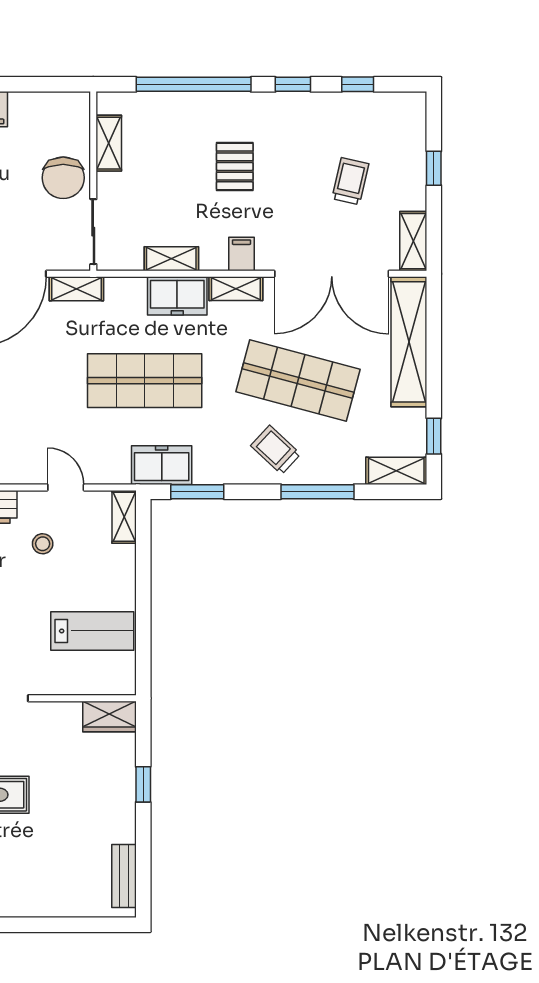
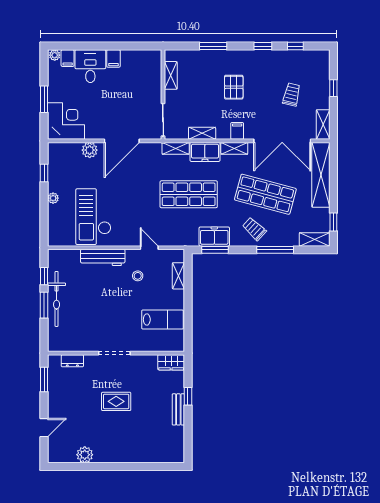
window: (194, 84) -> (213, 46), width x0.47
chair: (63, 178) -> (148, 93), removed
shelving: (76, 289) -> (176, 148), moved
freezer: (162, 465) -> (214, 237), moved
shelving: (124, 517) -> (178, 276), moved
bench: (124, 876) -> (178, 409), moved

